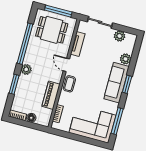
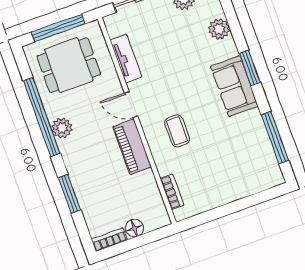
plant: (26, 69) -> (62, 128), moved
sofa: (116, 83) -> (234, 86), width x0.73
coffee table: (69, 84) -> (177, 131), moved
piano: (51, 95) -> (132, 147), moved
corner sofa: (92, 124) -> (239, 170), removed

